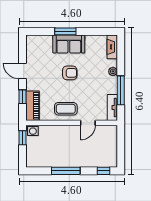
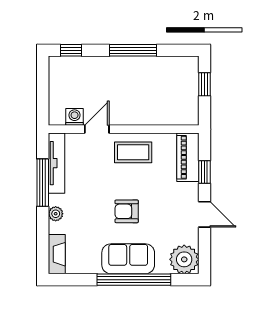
window: (65, 31) -> (134, 280), width x2.11
plant: (35, 44) -> (184, 259), added
tv unit: (112, 108) -> (56, 163), width x1.41
washing machine: (33, 130) -> (75, 117), moved
window: (22, 138) -> (204, 84), moved

